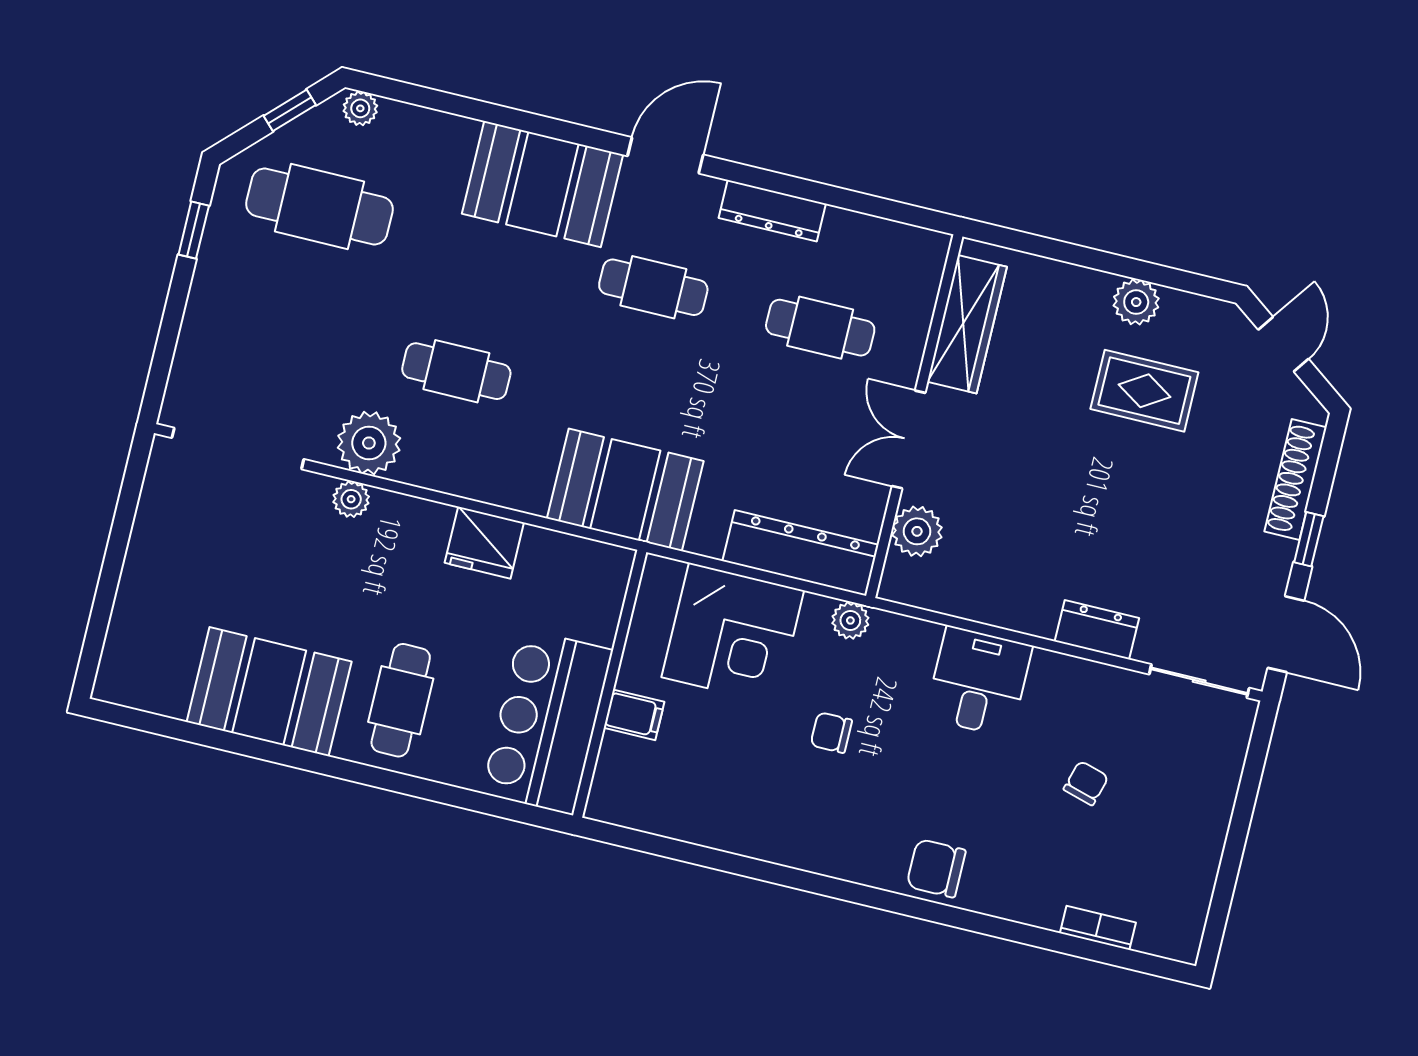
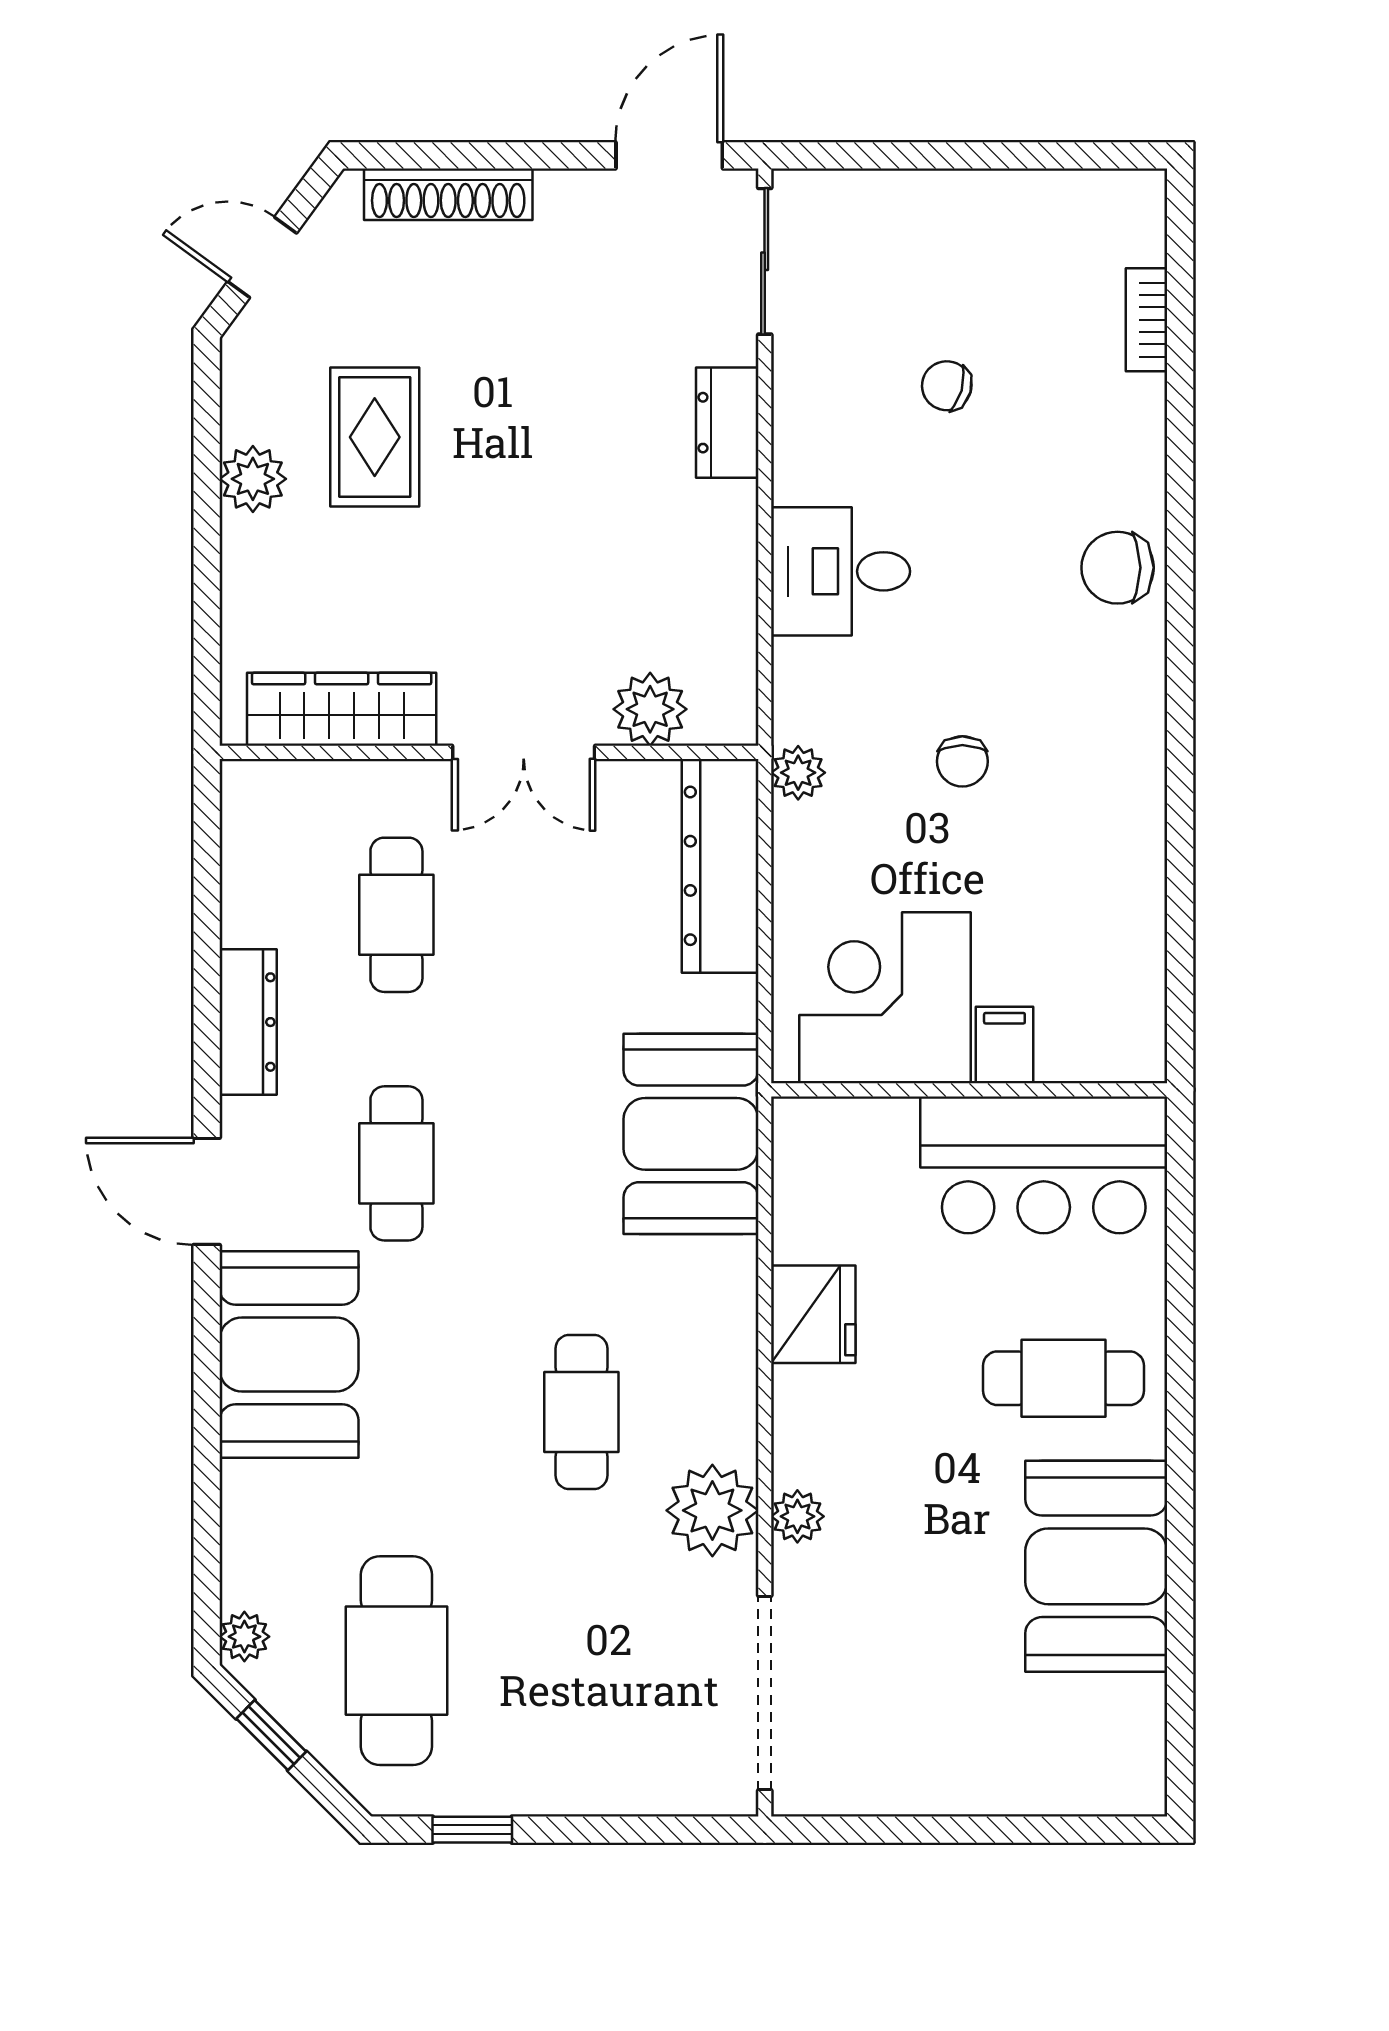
window: (1309, 539) -> (528, 155), removed
corner desk: (733, 634) -> (885, 998), moved, turned -90
chair: (936, 868) -> (1118, 568), turned 90

